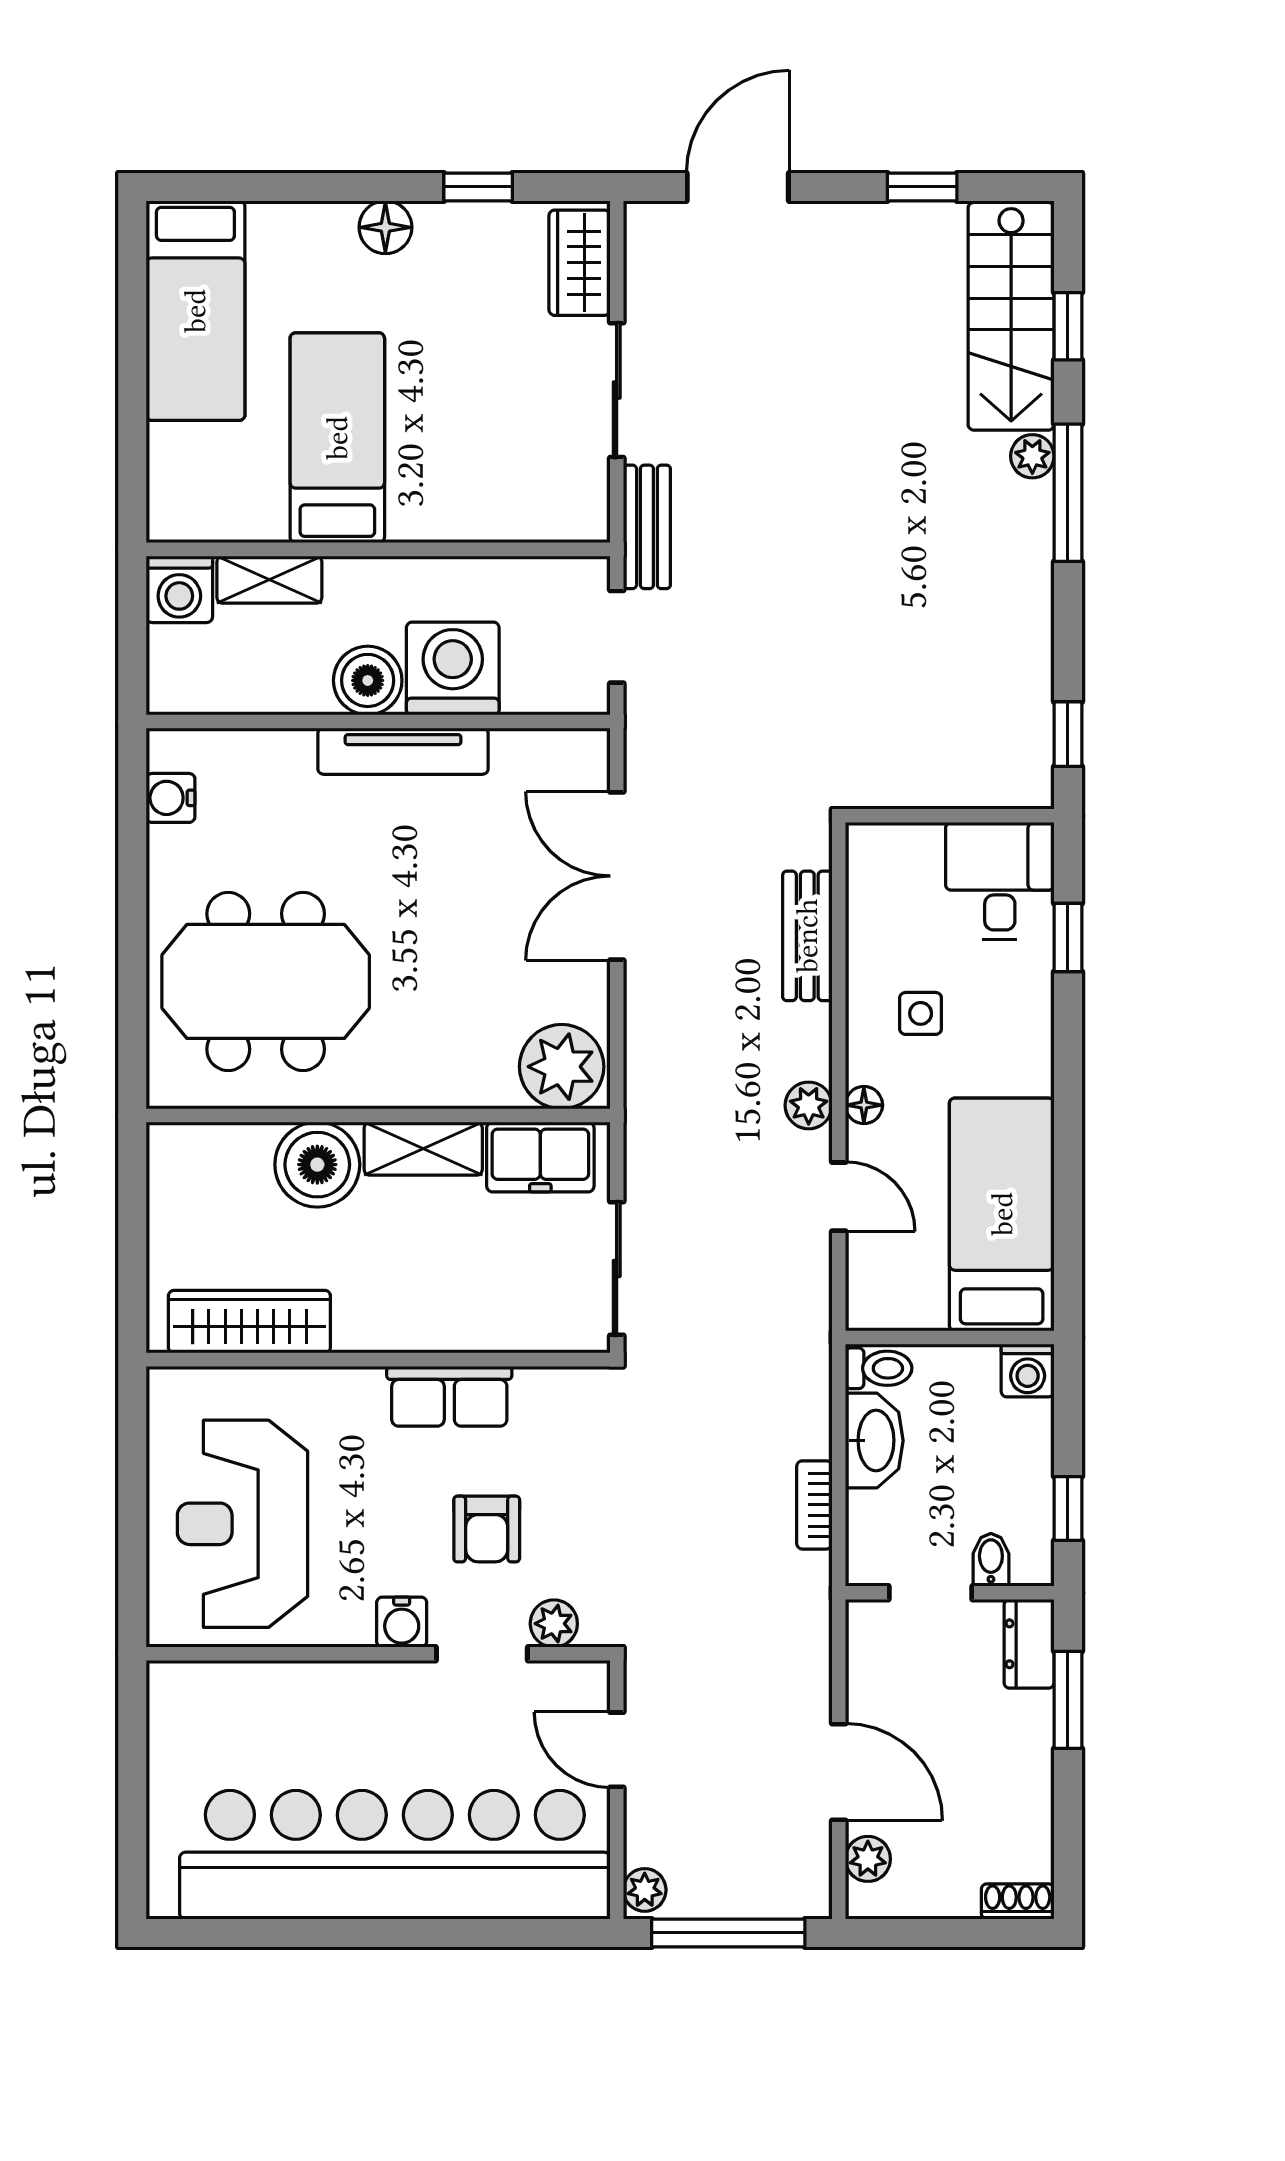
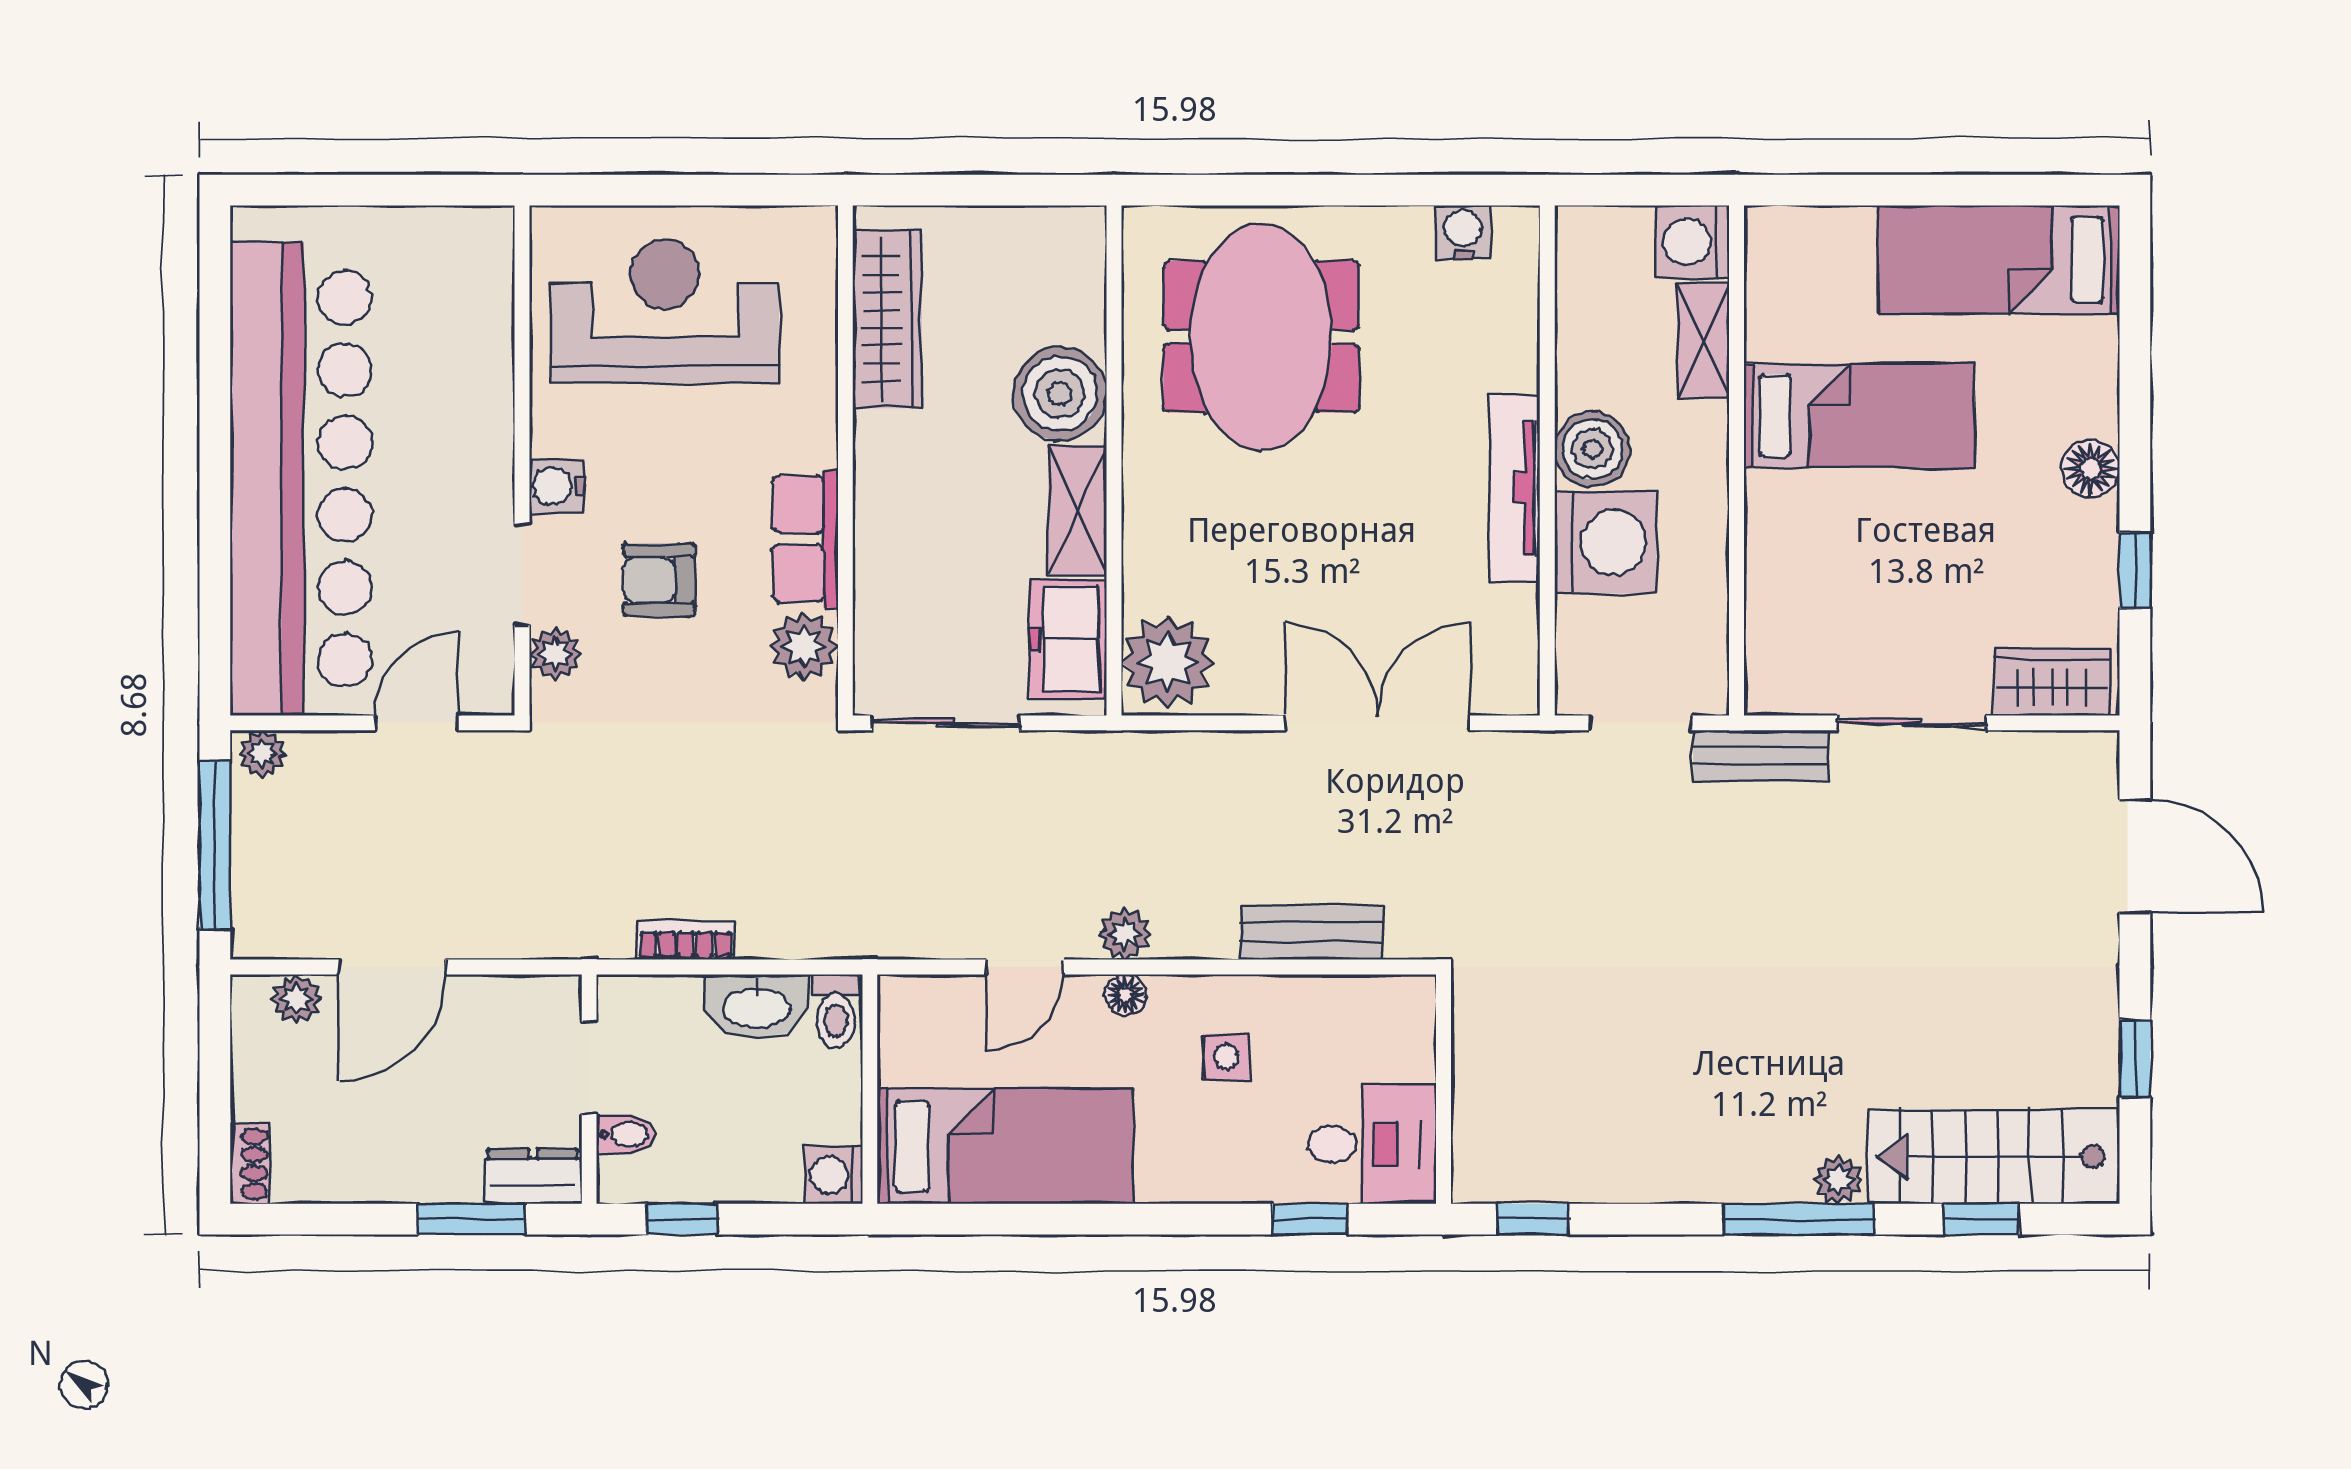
plant: (547, 1397) -> (804, 646), added

